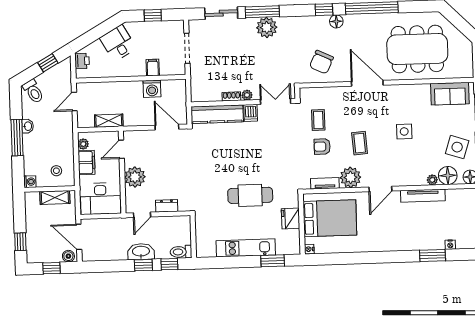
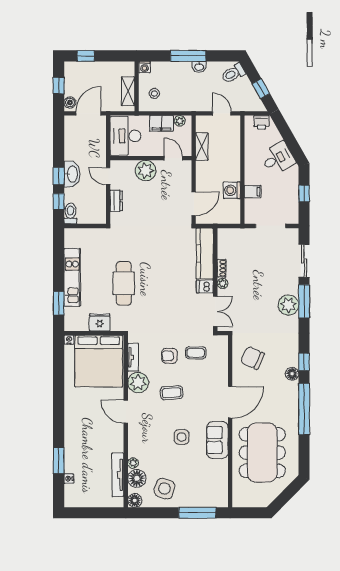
sofa: (450, 94) -> (217, 440), moved
armchair: (322, 147) -> (169, 356), turned -90
tv unit: (423, 196) -> (118, 475), moved
bed: (330, 218) -> (99, 361), width x1.36

